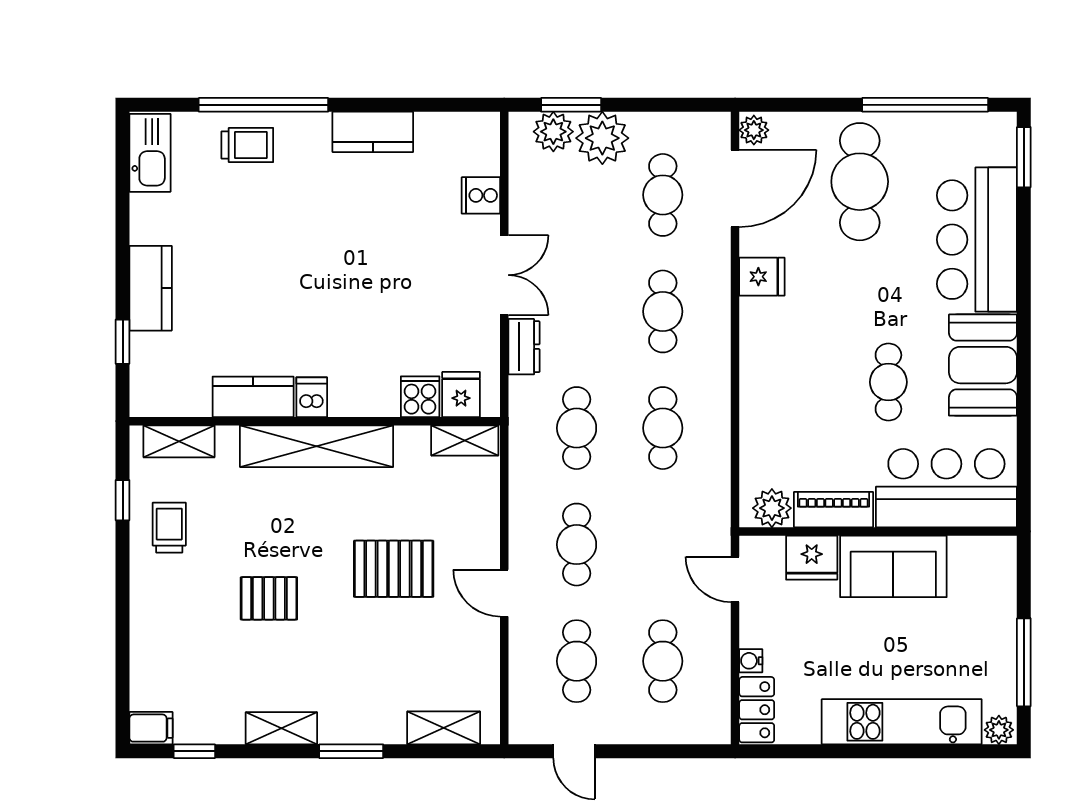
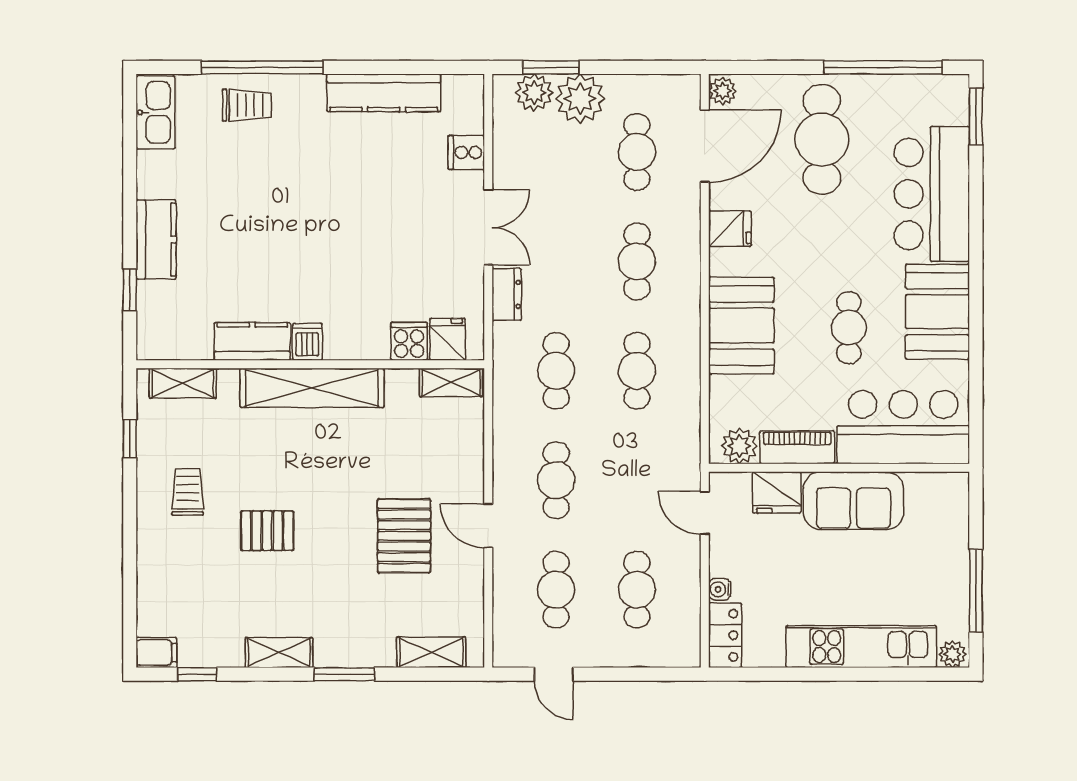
kitchen counter: (373, 132) -> (384, 93), width x1.50
booth: (774, 380) -> (741, 325), added
trolley: (169, 528) -> (188, 492), moved
pallet: (394, 569) -> (404, 536), moved, turned 90

